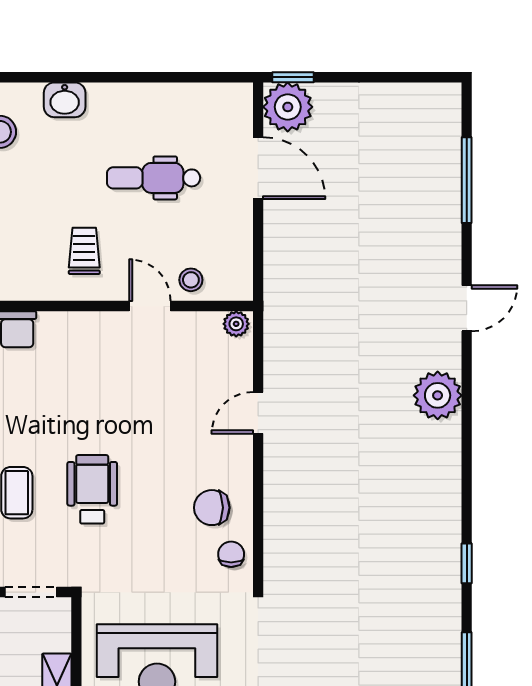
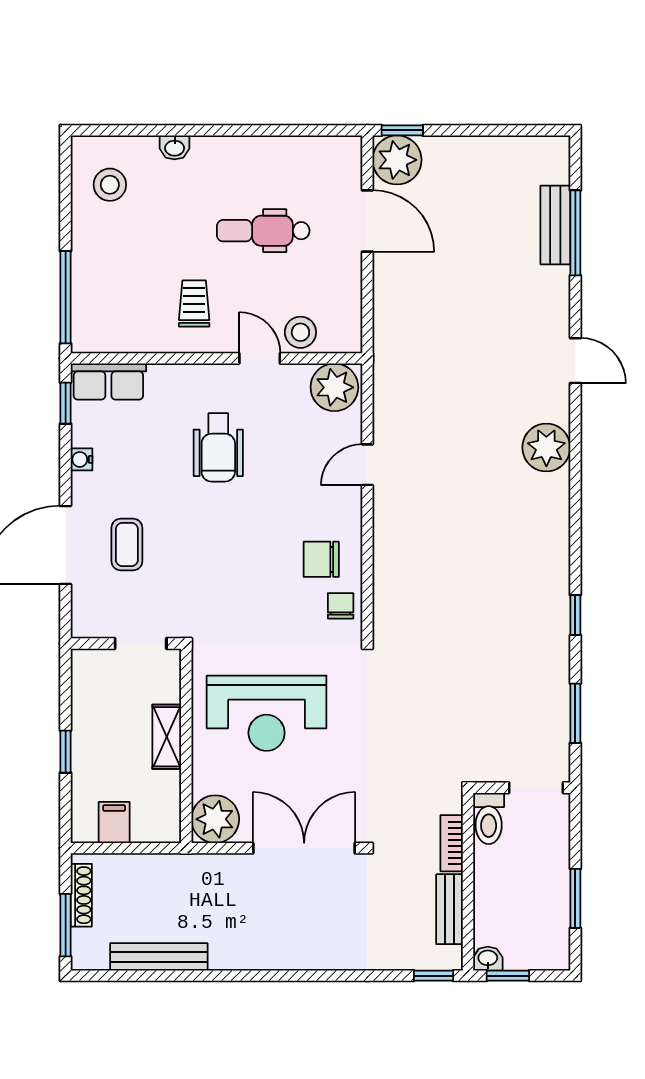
washbasin: (65, 100) -> (175, 147), width x0.72, depth x0.69
bench: (447, 172) -> (555, 225), added
stool: (191, 280) -> (300, 332), width x1.37, depth x1.37
door: (467, 308) -> (575, 361), hinge flipped
plant: (236, 324) -> (334, 387), width x1.87, depth x1.87
wheelchair: (92, 489) -> (218, 447), moved, turned 180

